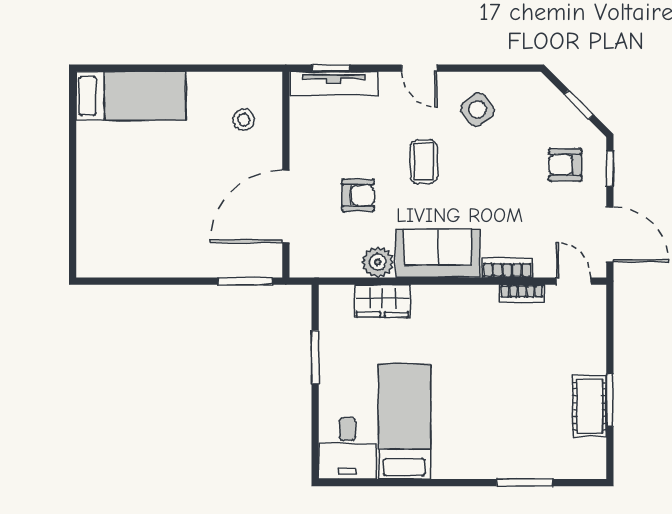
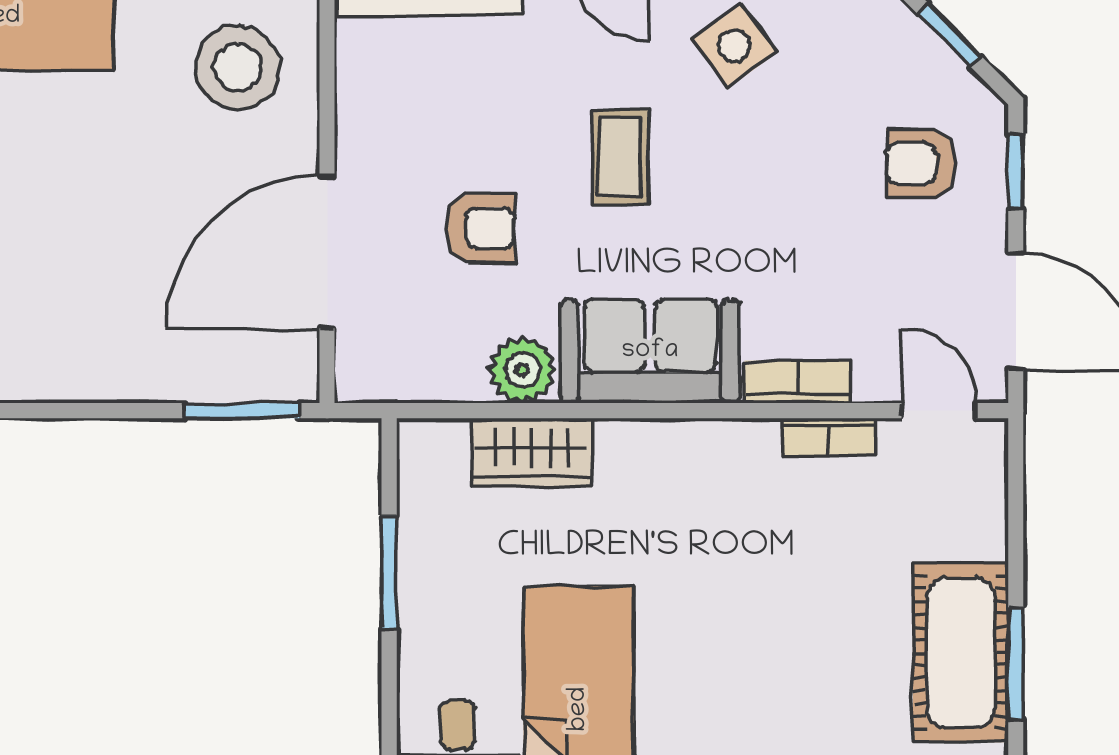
stool: (244, 120) -> (238, 67), width x1.89, depth x1.89
cot: (590, 406) -> (961, 653), width x1.37, depth x1.34

